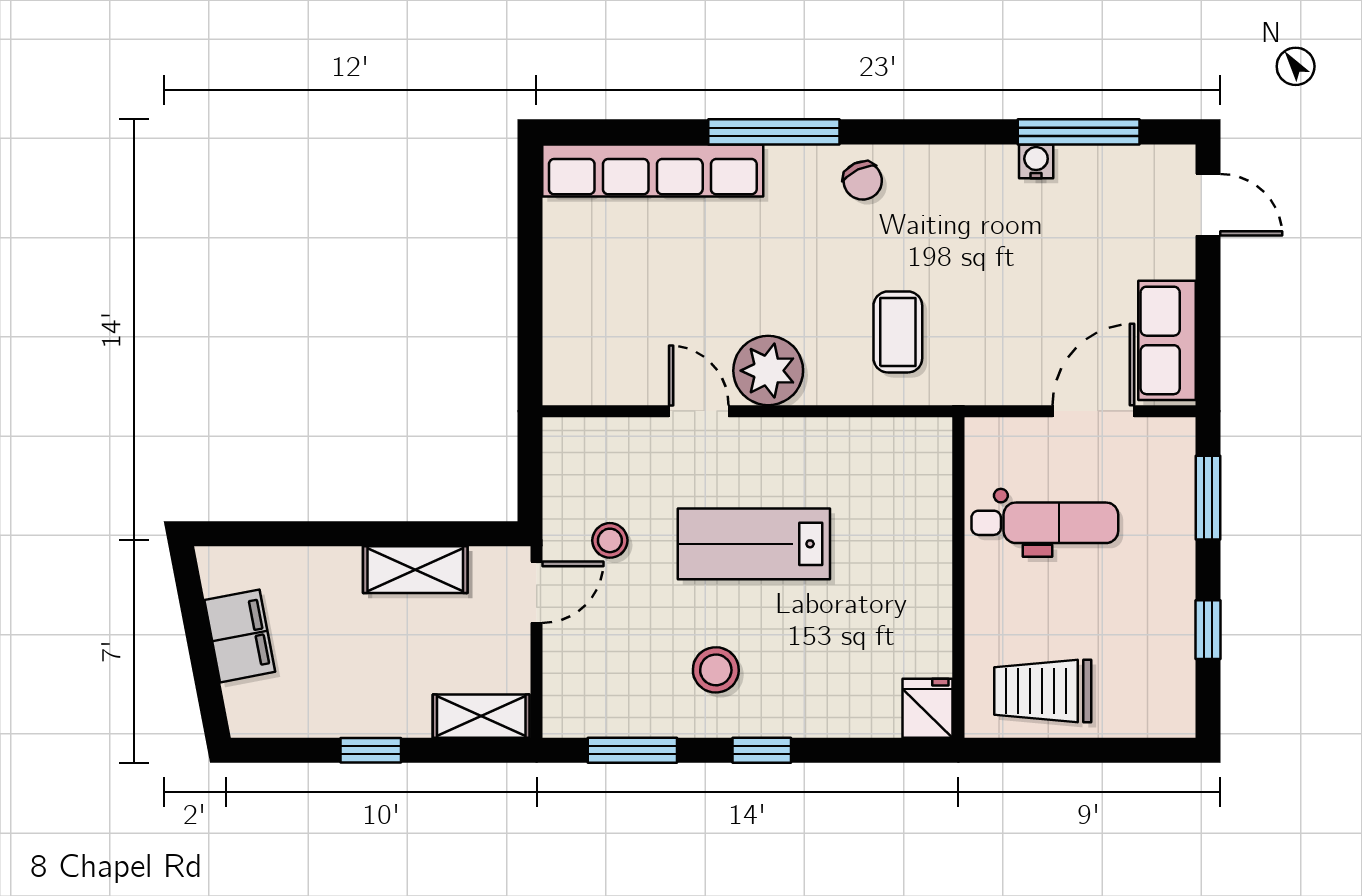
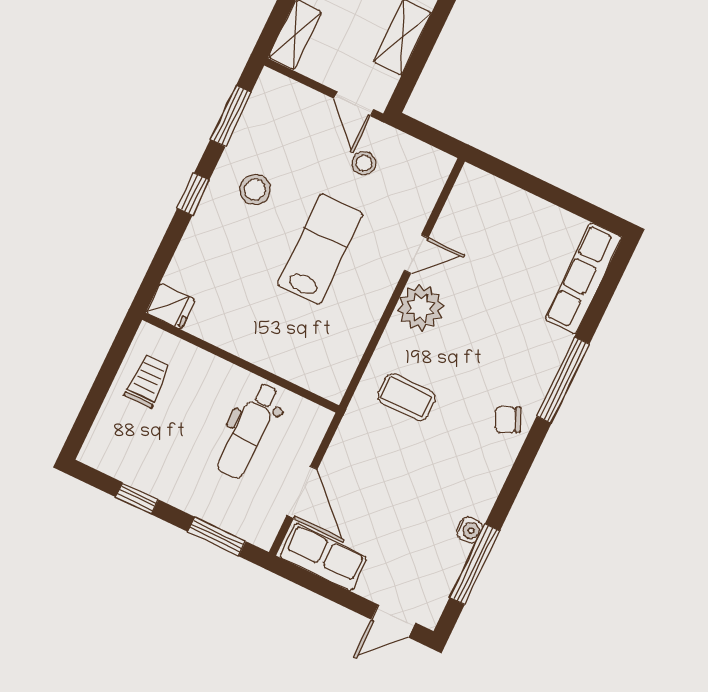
row of seats: (653, 170) -> (583, 278), width x0.73
trolley: (1043, 691) -> (148, 381), width x0.73, depth x0.72

